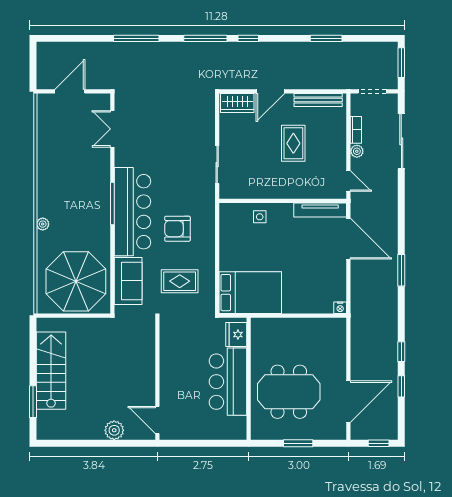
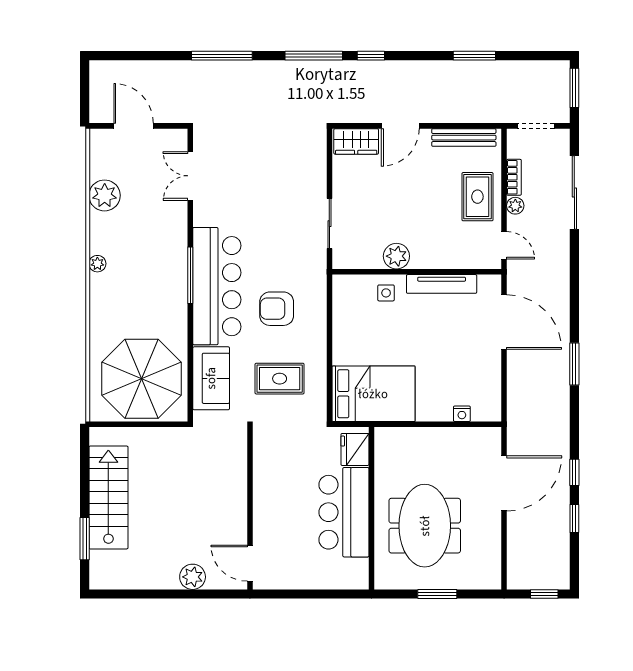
door: (70, 91) -> (134, 126), hinge flipped
rug: (293, 143) -> (477, 197), moved
plant: (48, 144) -> (105, 195), added
plant: (268, 189) -> (396, 256), added
tv unit: (320, 210) -> (442, 284), moved
plant: (43, 224) -> (97, 264), moved
nightstand: (340, 308) -> (462, 414), moved
meeting table: (289, 392) -> (425, 526), turned 90
door: (348, 402) -> (504, 483), moved

